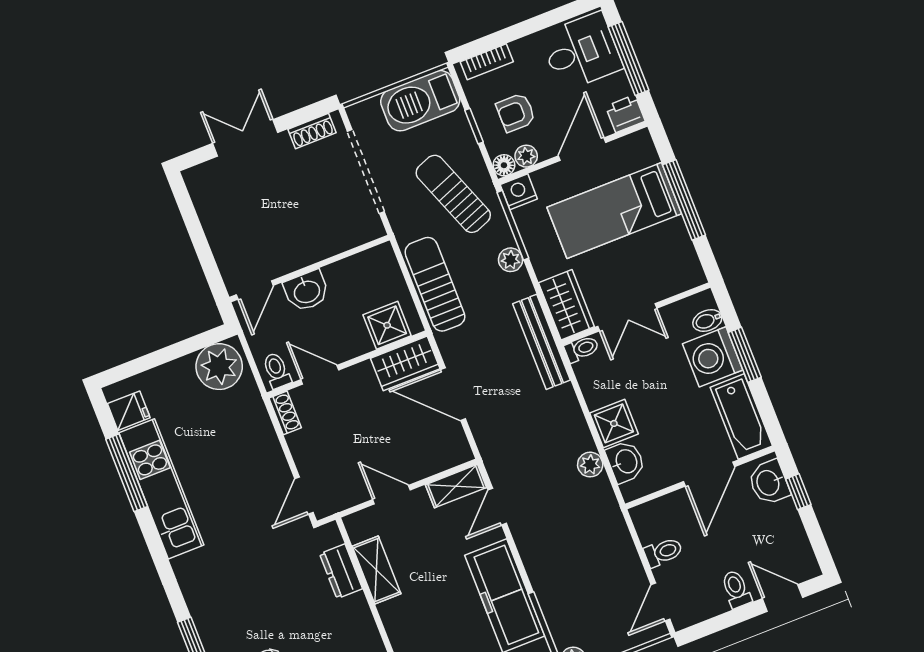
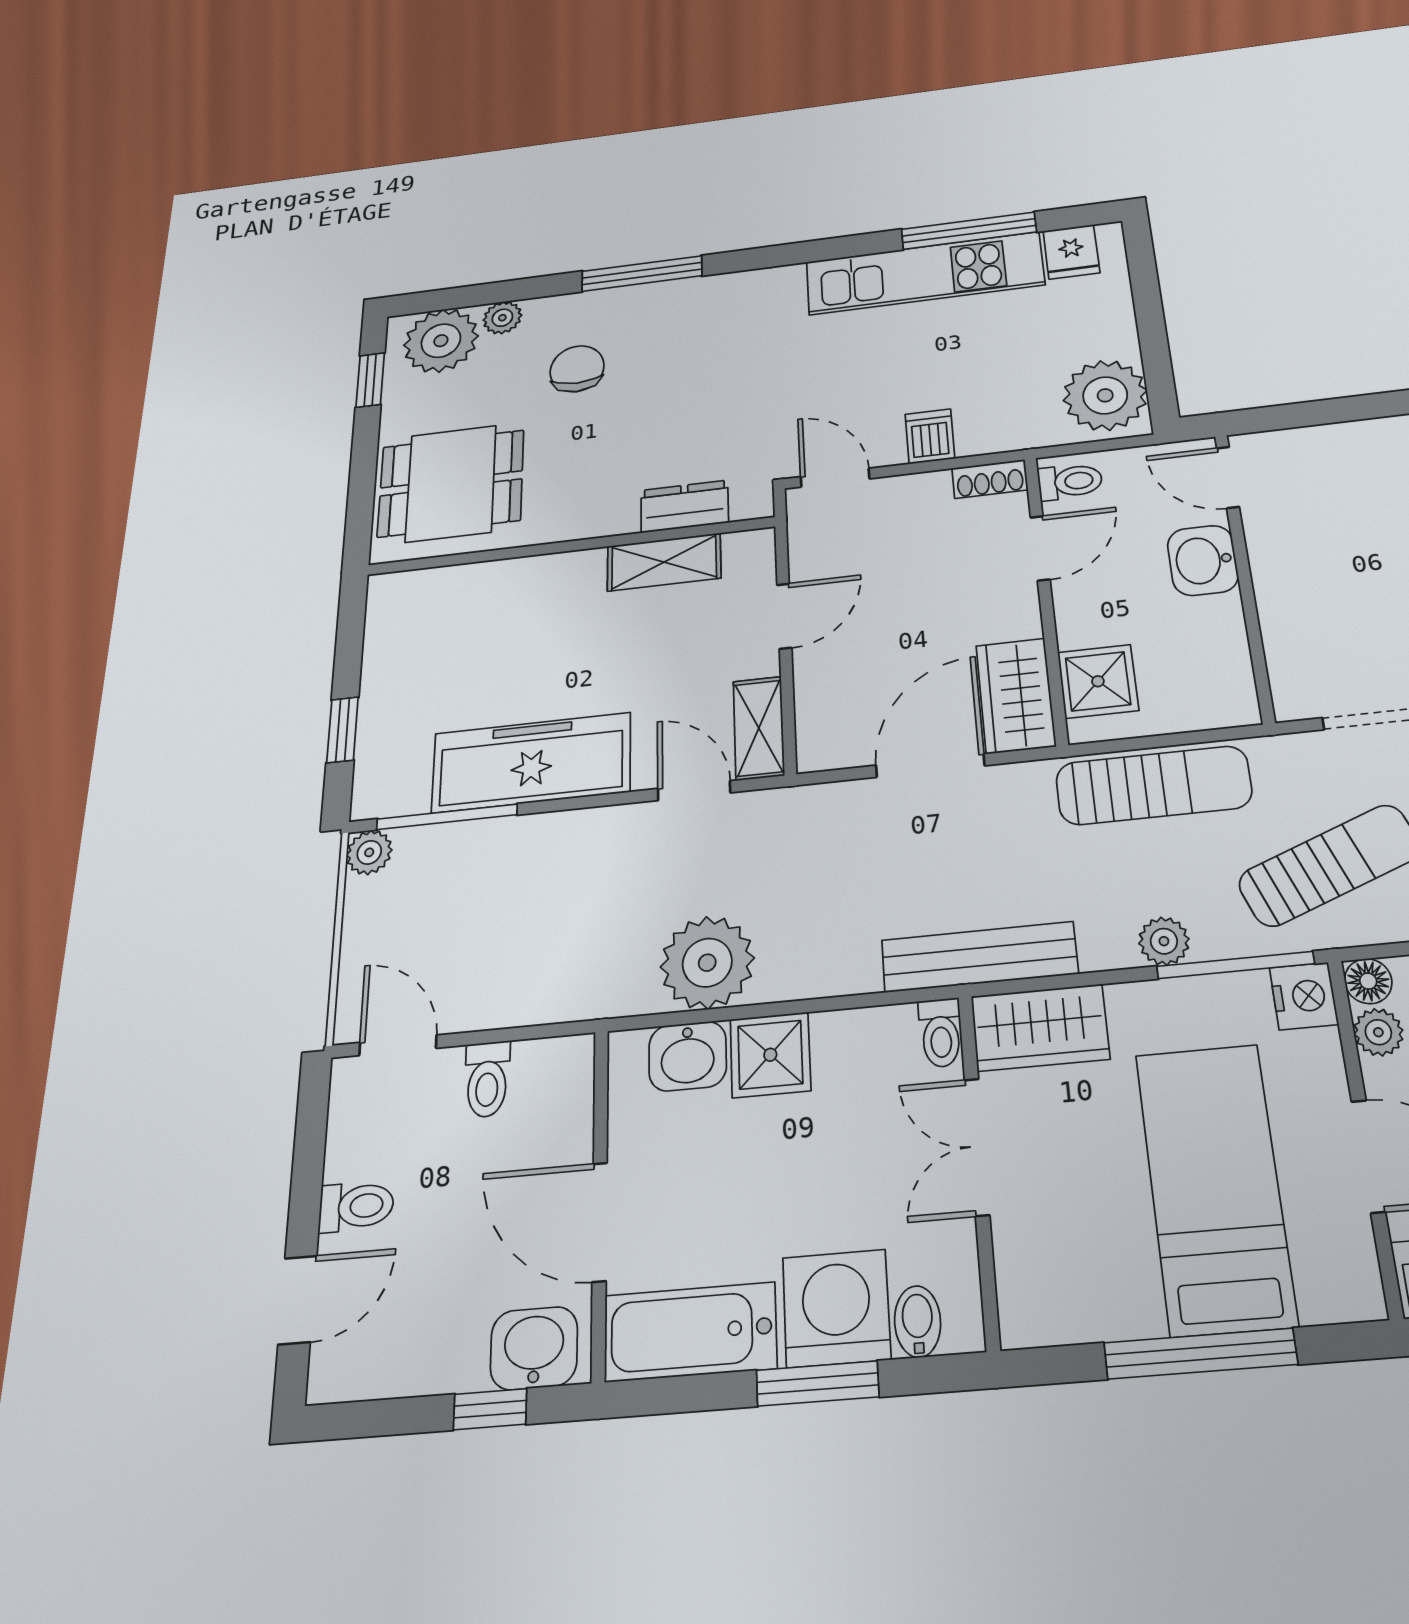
dishwasher: (267, 453) -> (930, 436), added
plant: (590, 465) -> (707, 963), width x1.88, depth x1.88

